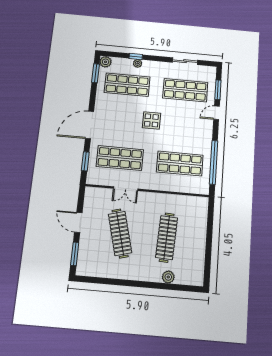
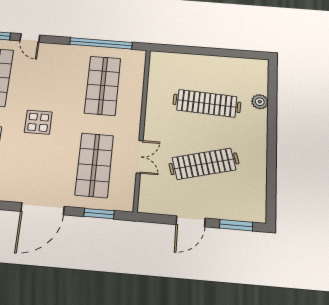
door: (90, 125) -> (43, 209), hinge flipped

